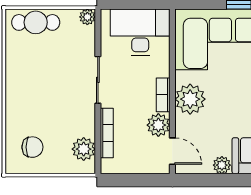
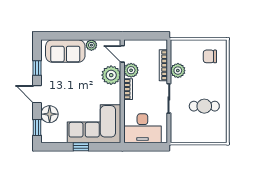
plant: (87, 17) -> (175, 138), removed
cafe table: (36, 22) -> (204, 106), moved
plant: (190, 99) -> (111, 75), moved
plant: (84, 149) -> (178, 71), moved

